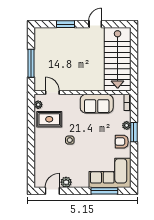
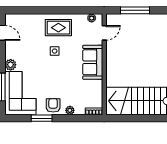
sofa: (97, 104) -> (93, 62), moved
rug: (49, 119) -> (58, 28), moved, turned 90
window: (134, 132) -> (42, 118), moved
plant: (66, 182) -> (11, 65), moved

